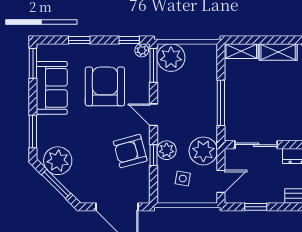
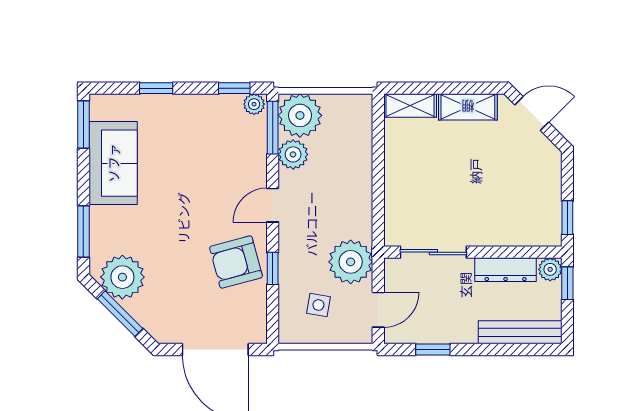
armchair: (105, 86) -> (196, 161), removed
window: (221, 103) -> (378, 187), removed
door: (153, 115) -> (273, 205), hinge flipped
plant: (167, 150) -> (293, 154), moved

